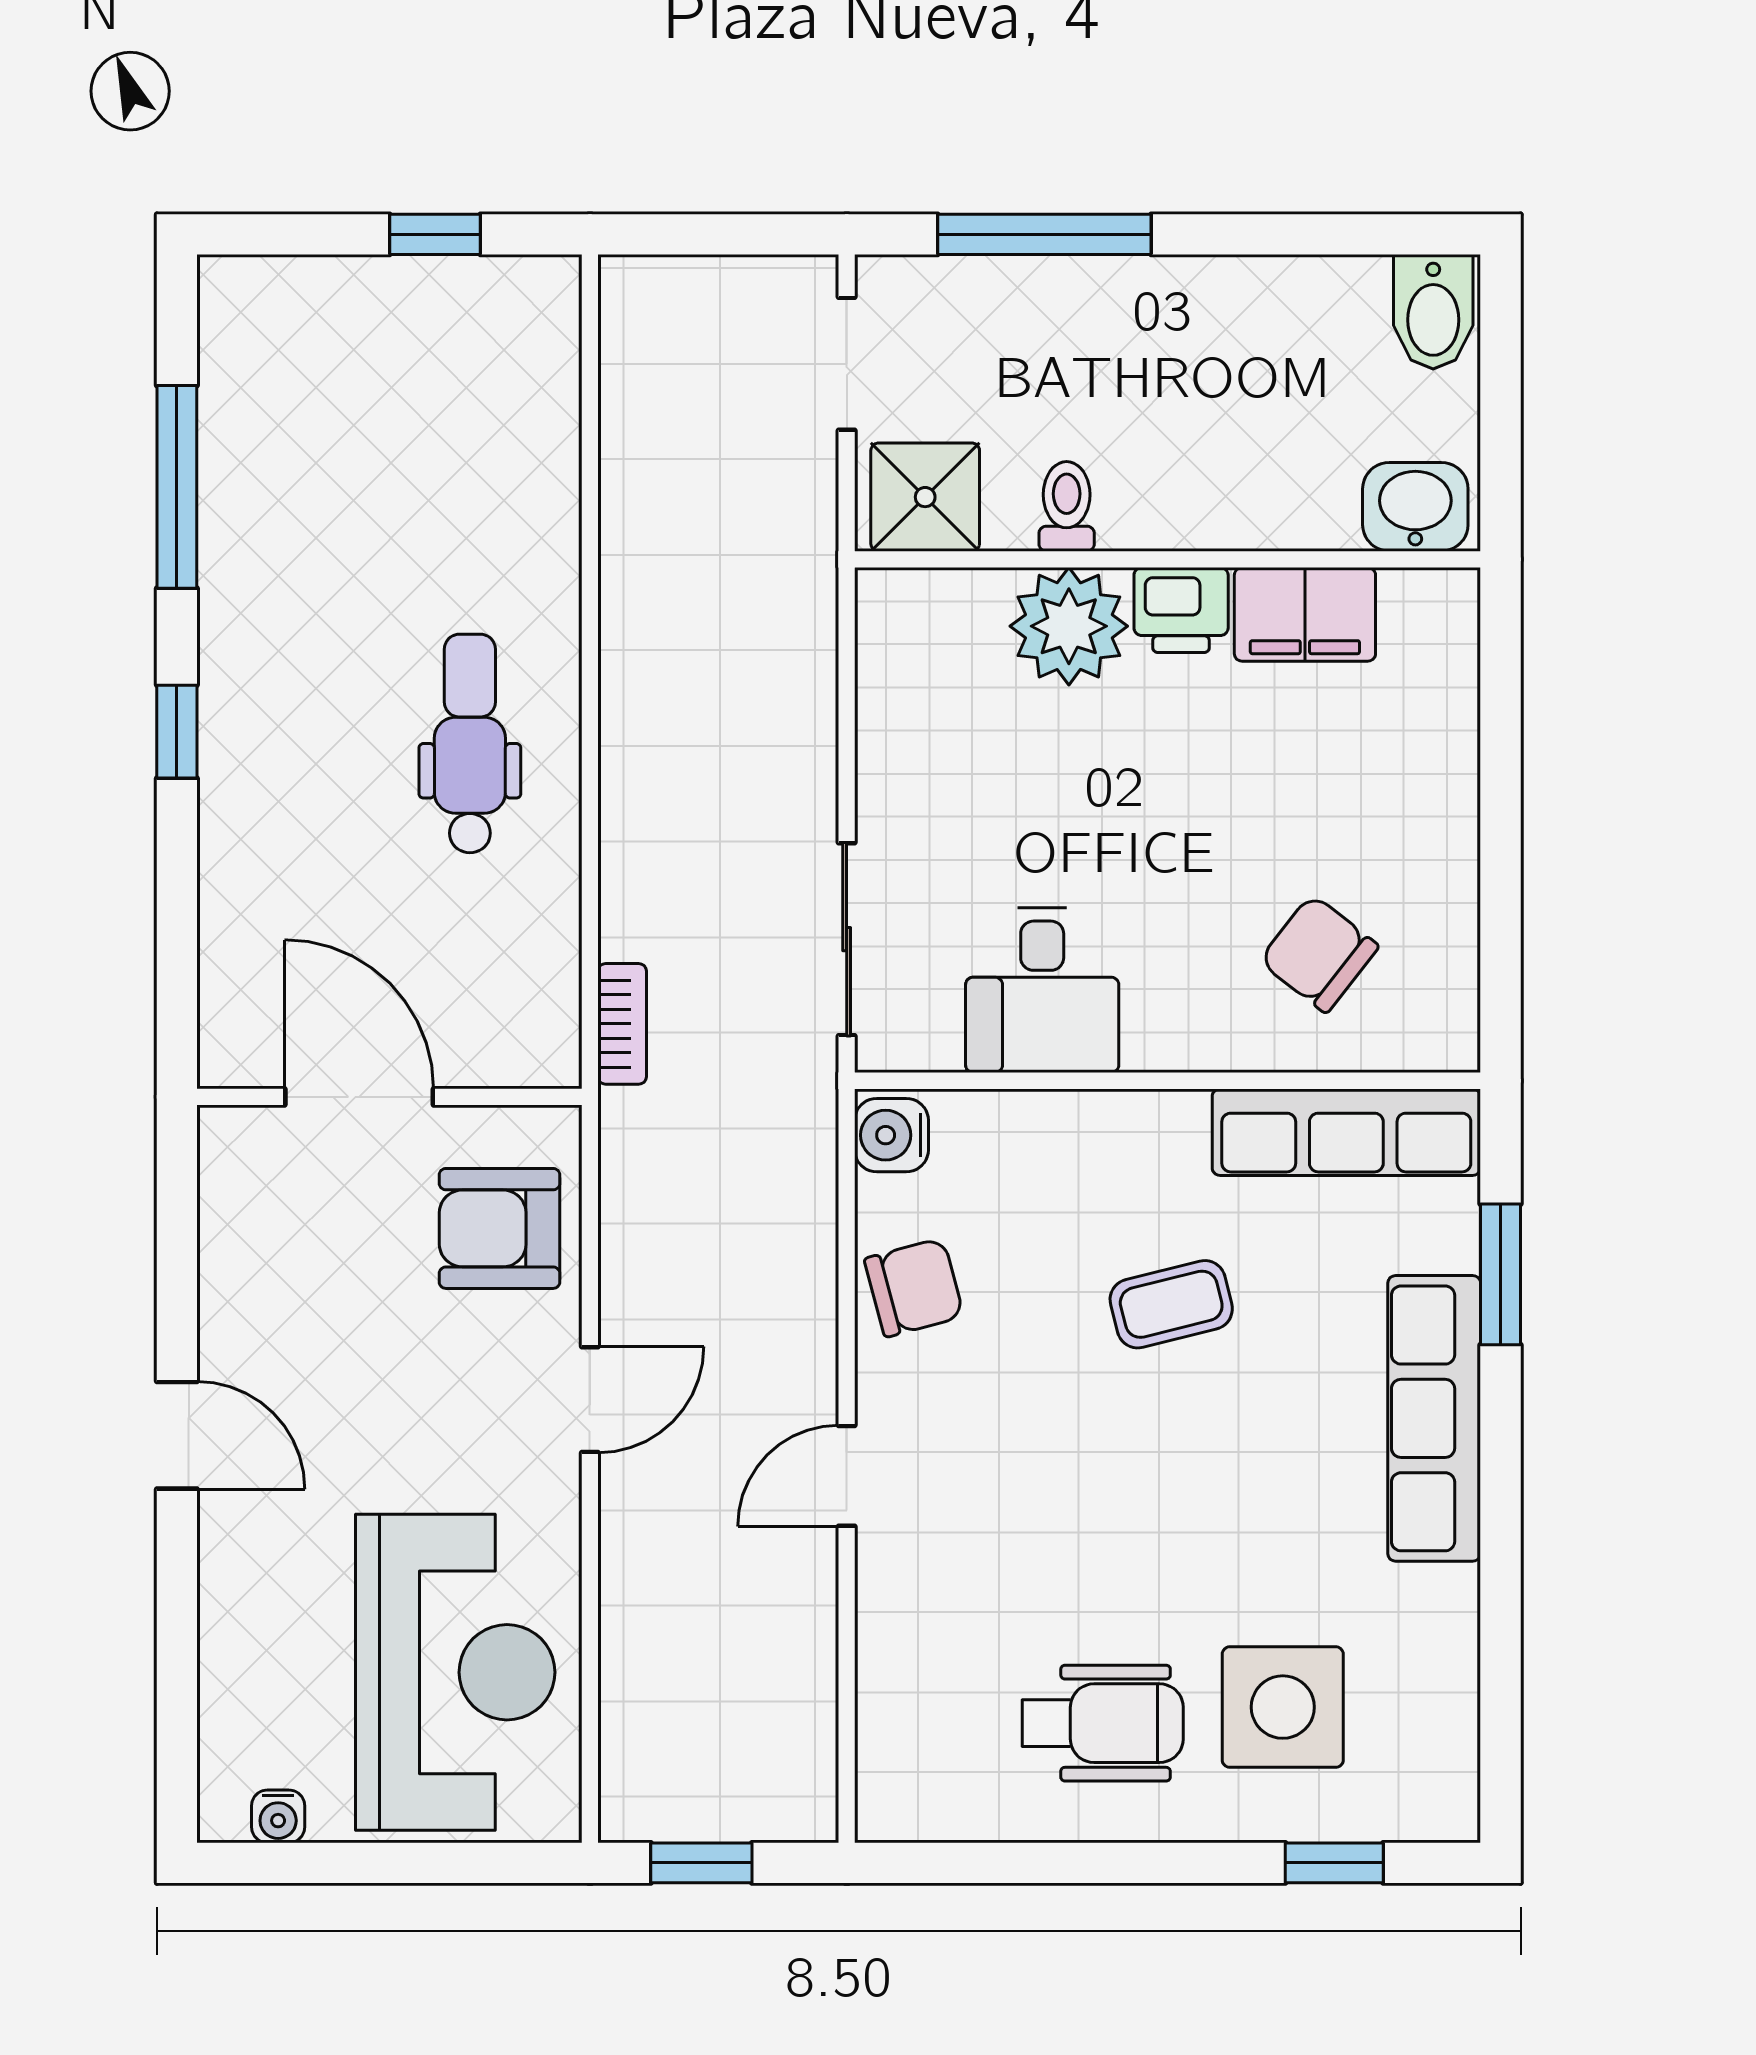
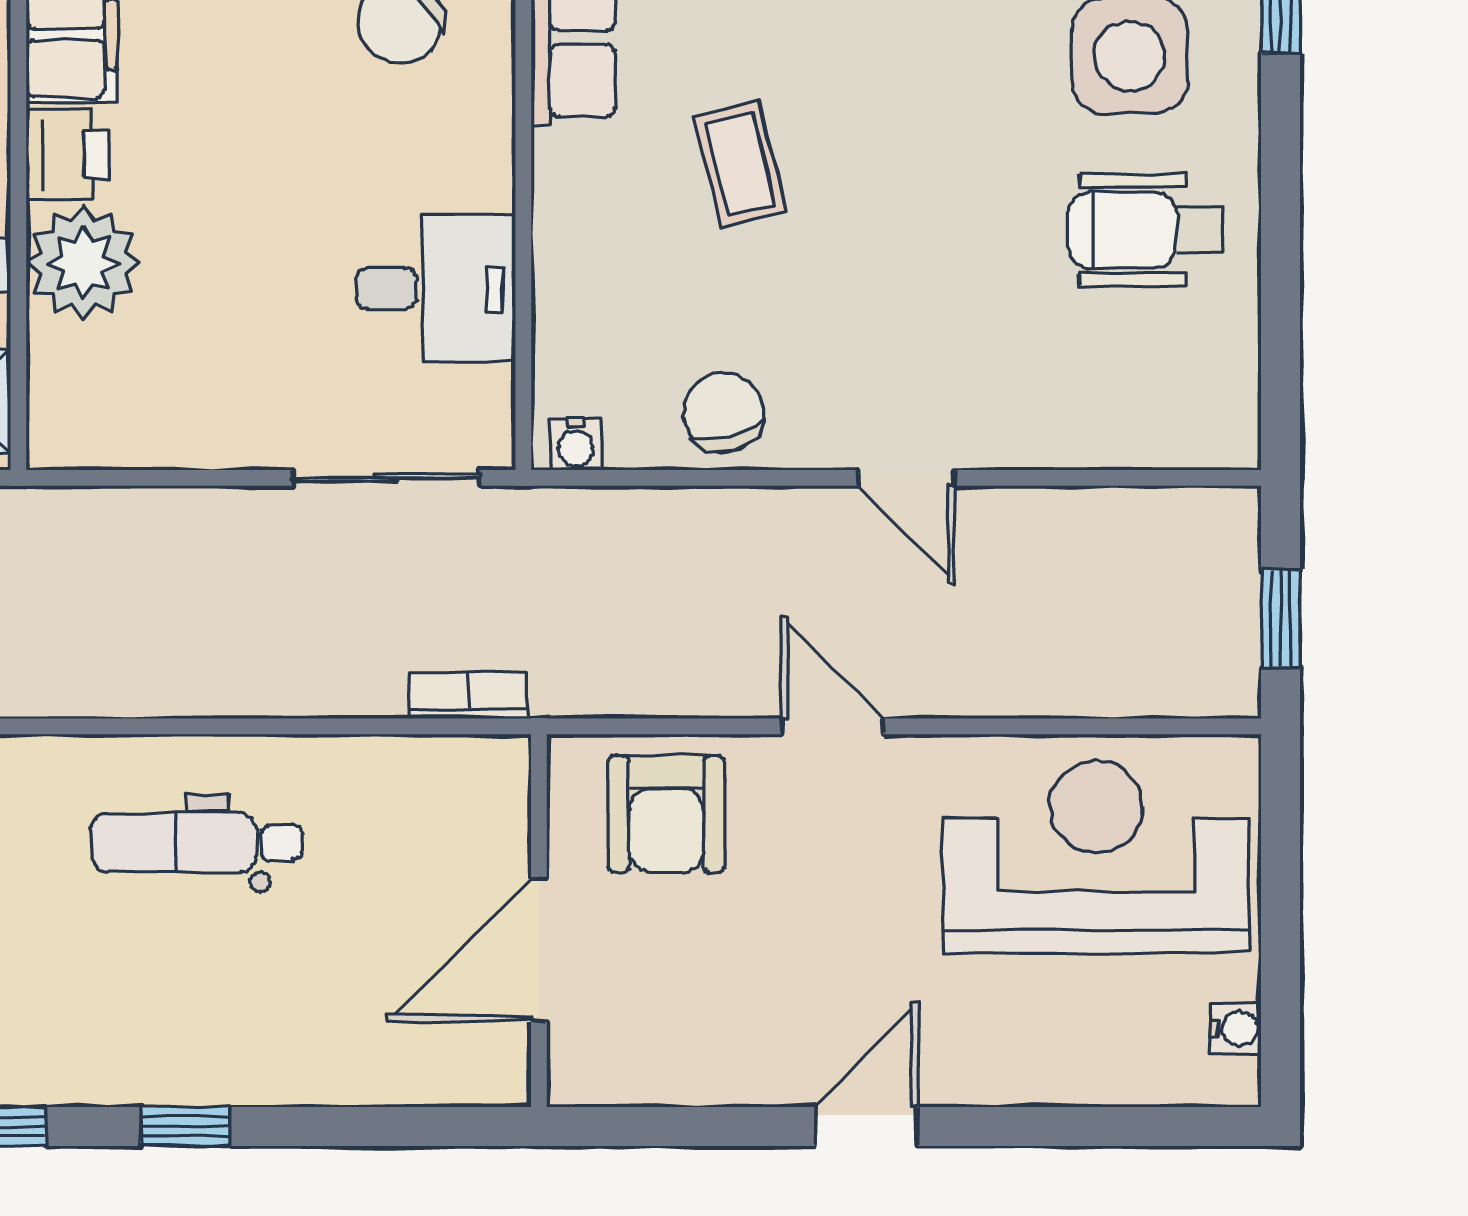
water cooler: (892, 1135) -> (576, 444), width x0.72, depth x0.72
wheelchair: (1103, 1723) -> (1145, 230), turned -90

